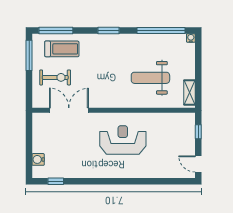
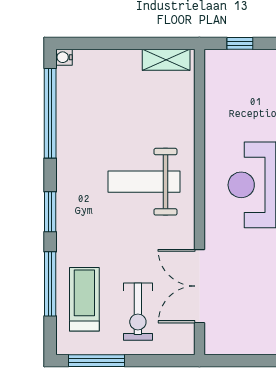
window: (56, 31) -> (50, 284), moved
exercise bike: (55, 77) -> (138, 312), turned 180
weight bench: (150, 78) -> (144, 182), moved, turned 90

